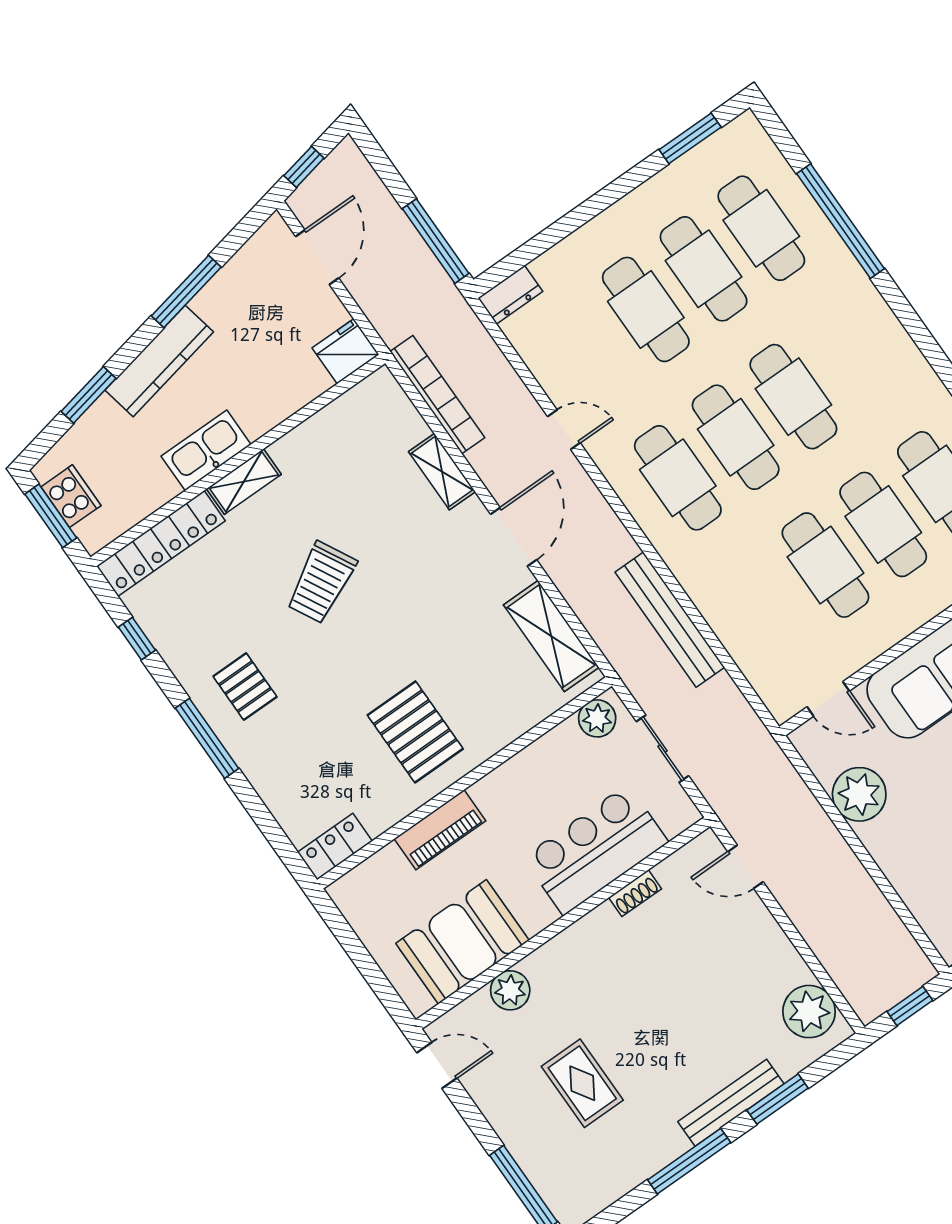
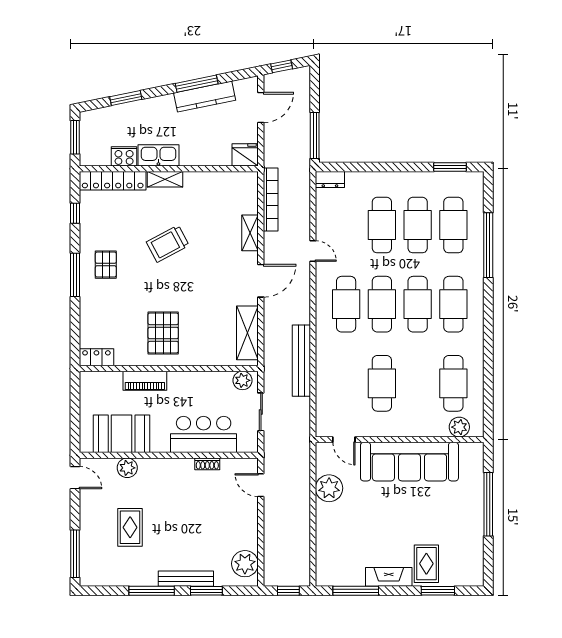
kitchen counter: (159, 361) -> (205, 97), moved
cooker: (71, 496) -> (124, 156), moved, turned -90
cafe table: (883, 524) -> (453, 304), moved

